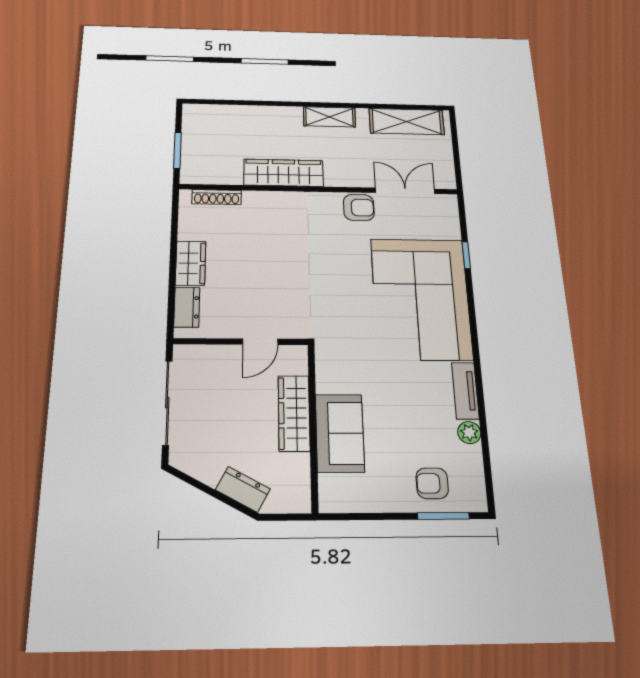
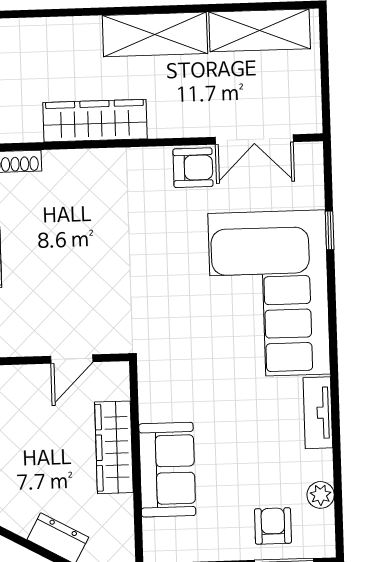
shelving: (329, 117) -> (155, 34), width x1.50, depth x1.33
double door: (405, 191) -> (254, 139), swing flipped
plant: (469, 433) -> (321, 495), moved
armchair: (432, 483) -> (273, 526), turned 90

